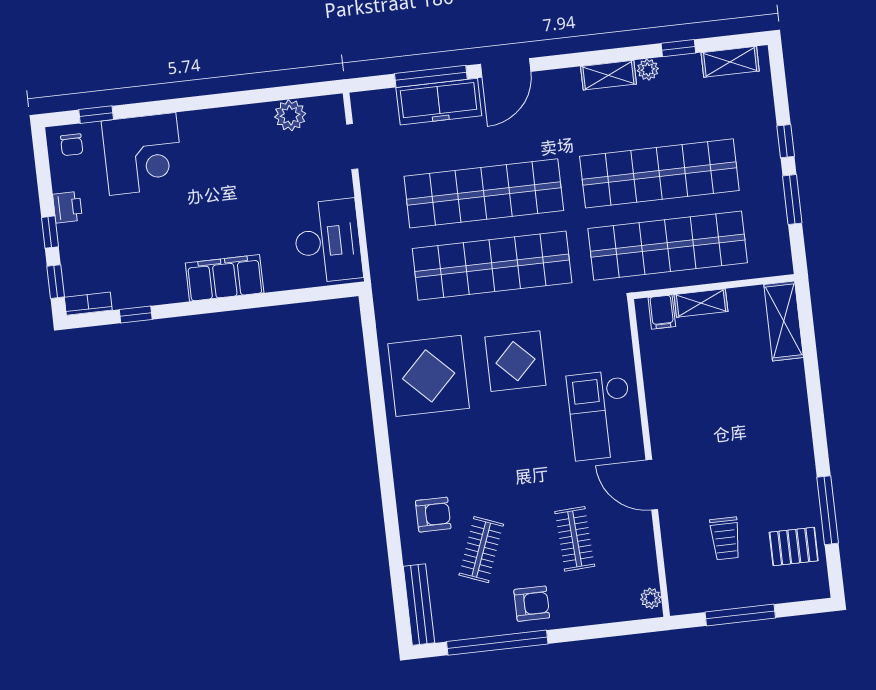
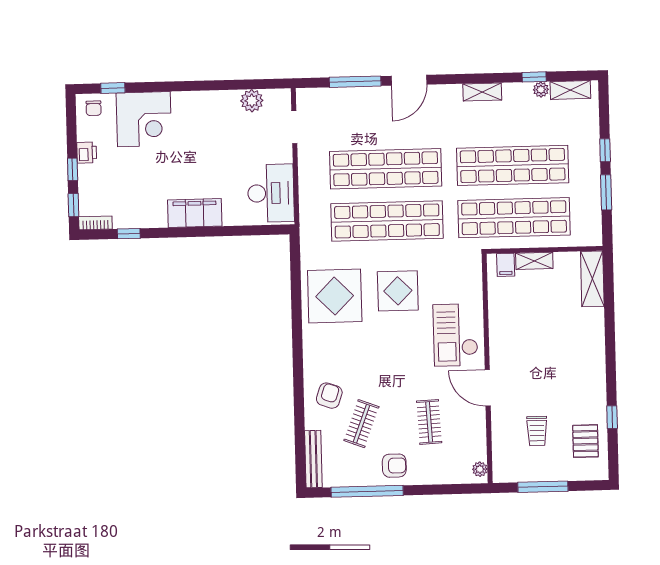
plant: (648, 70) -> (541, 90), moved
freezer: (439, 102) -> (359, 100), removed
window: (828, 510) -> (612, 417), width x0.46
armchair: (433, 515) -> (329, 396), turned -71
pallet: (794, 547) -> (585, 441), turned 90

